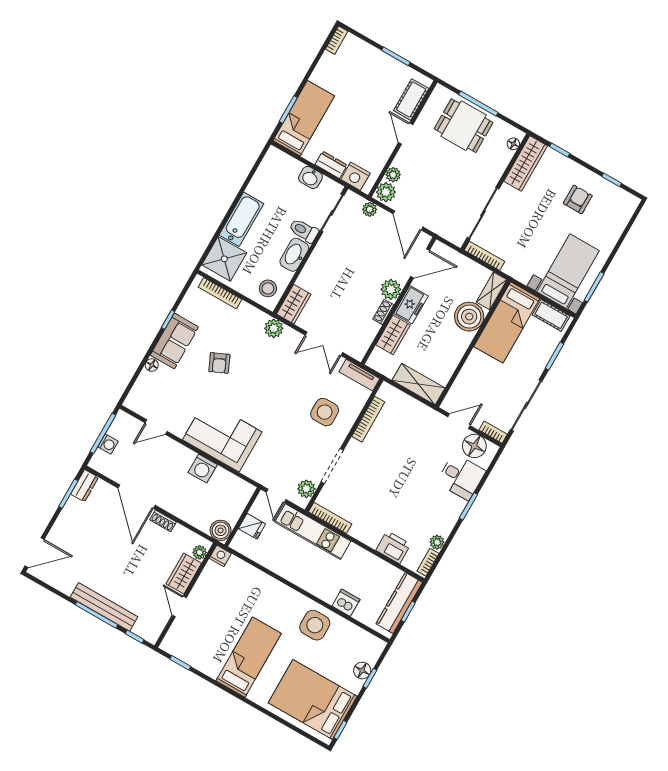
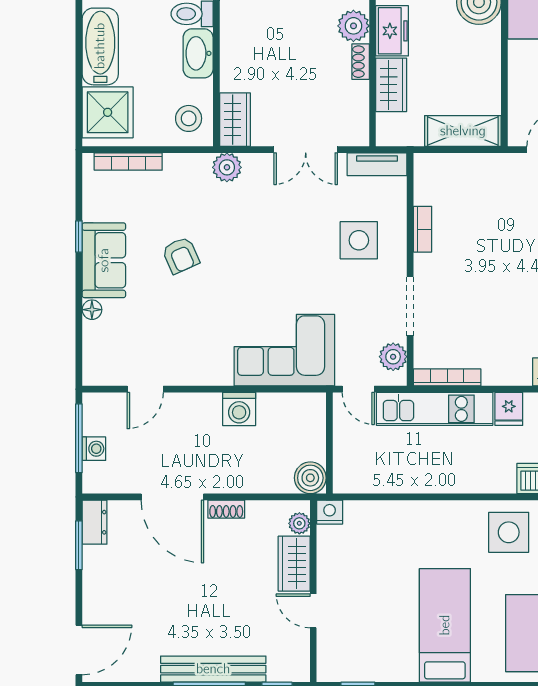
bookcase: (368, 419) -> (423, 229), width x0.64
corner sofa: (222, 436) -> (284, 350), moved
fridge: (252, 526) -> (509, 409), moved, turned 90

